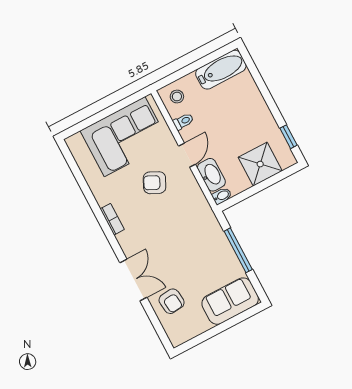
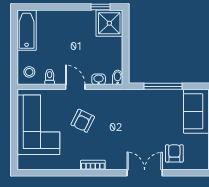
shower: (260, 164) -> (109, 23), moved
washbasin: (211, 175) -> (99, 79), width x0.52, depth x0.69
armchair: (172, 301) -> (174, 153), turned -84

